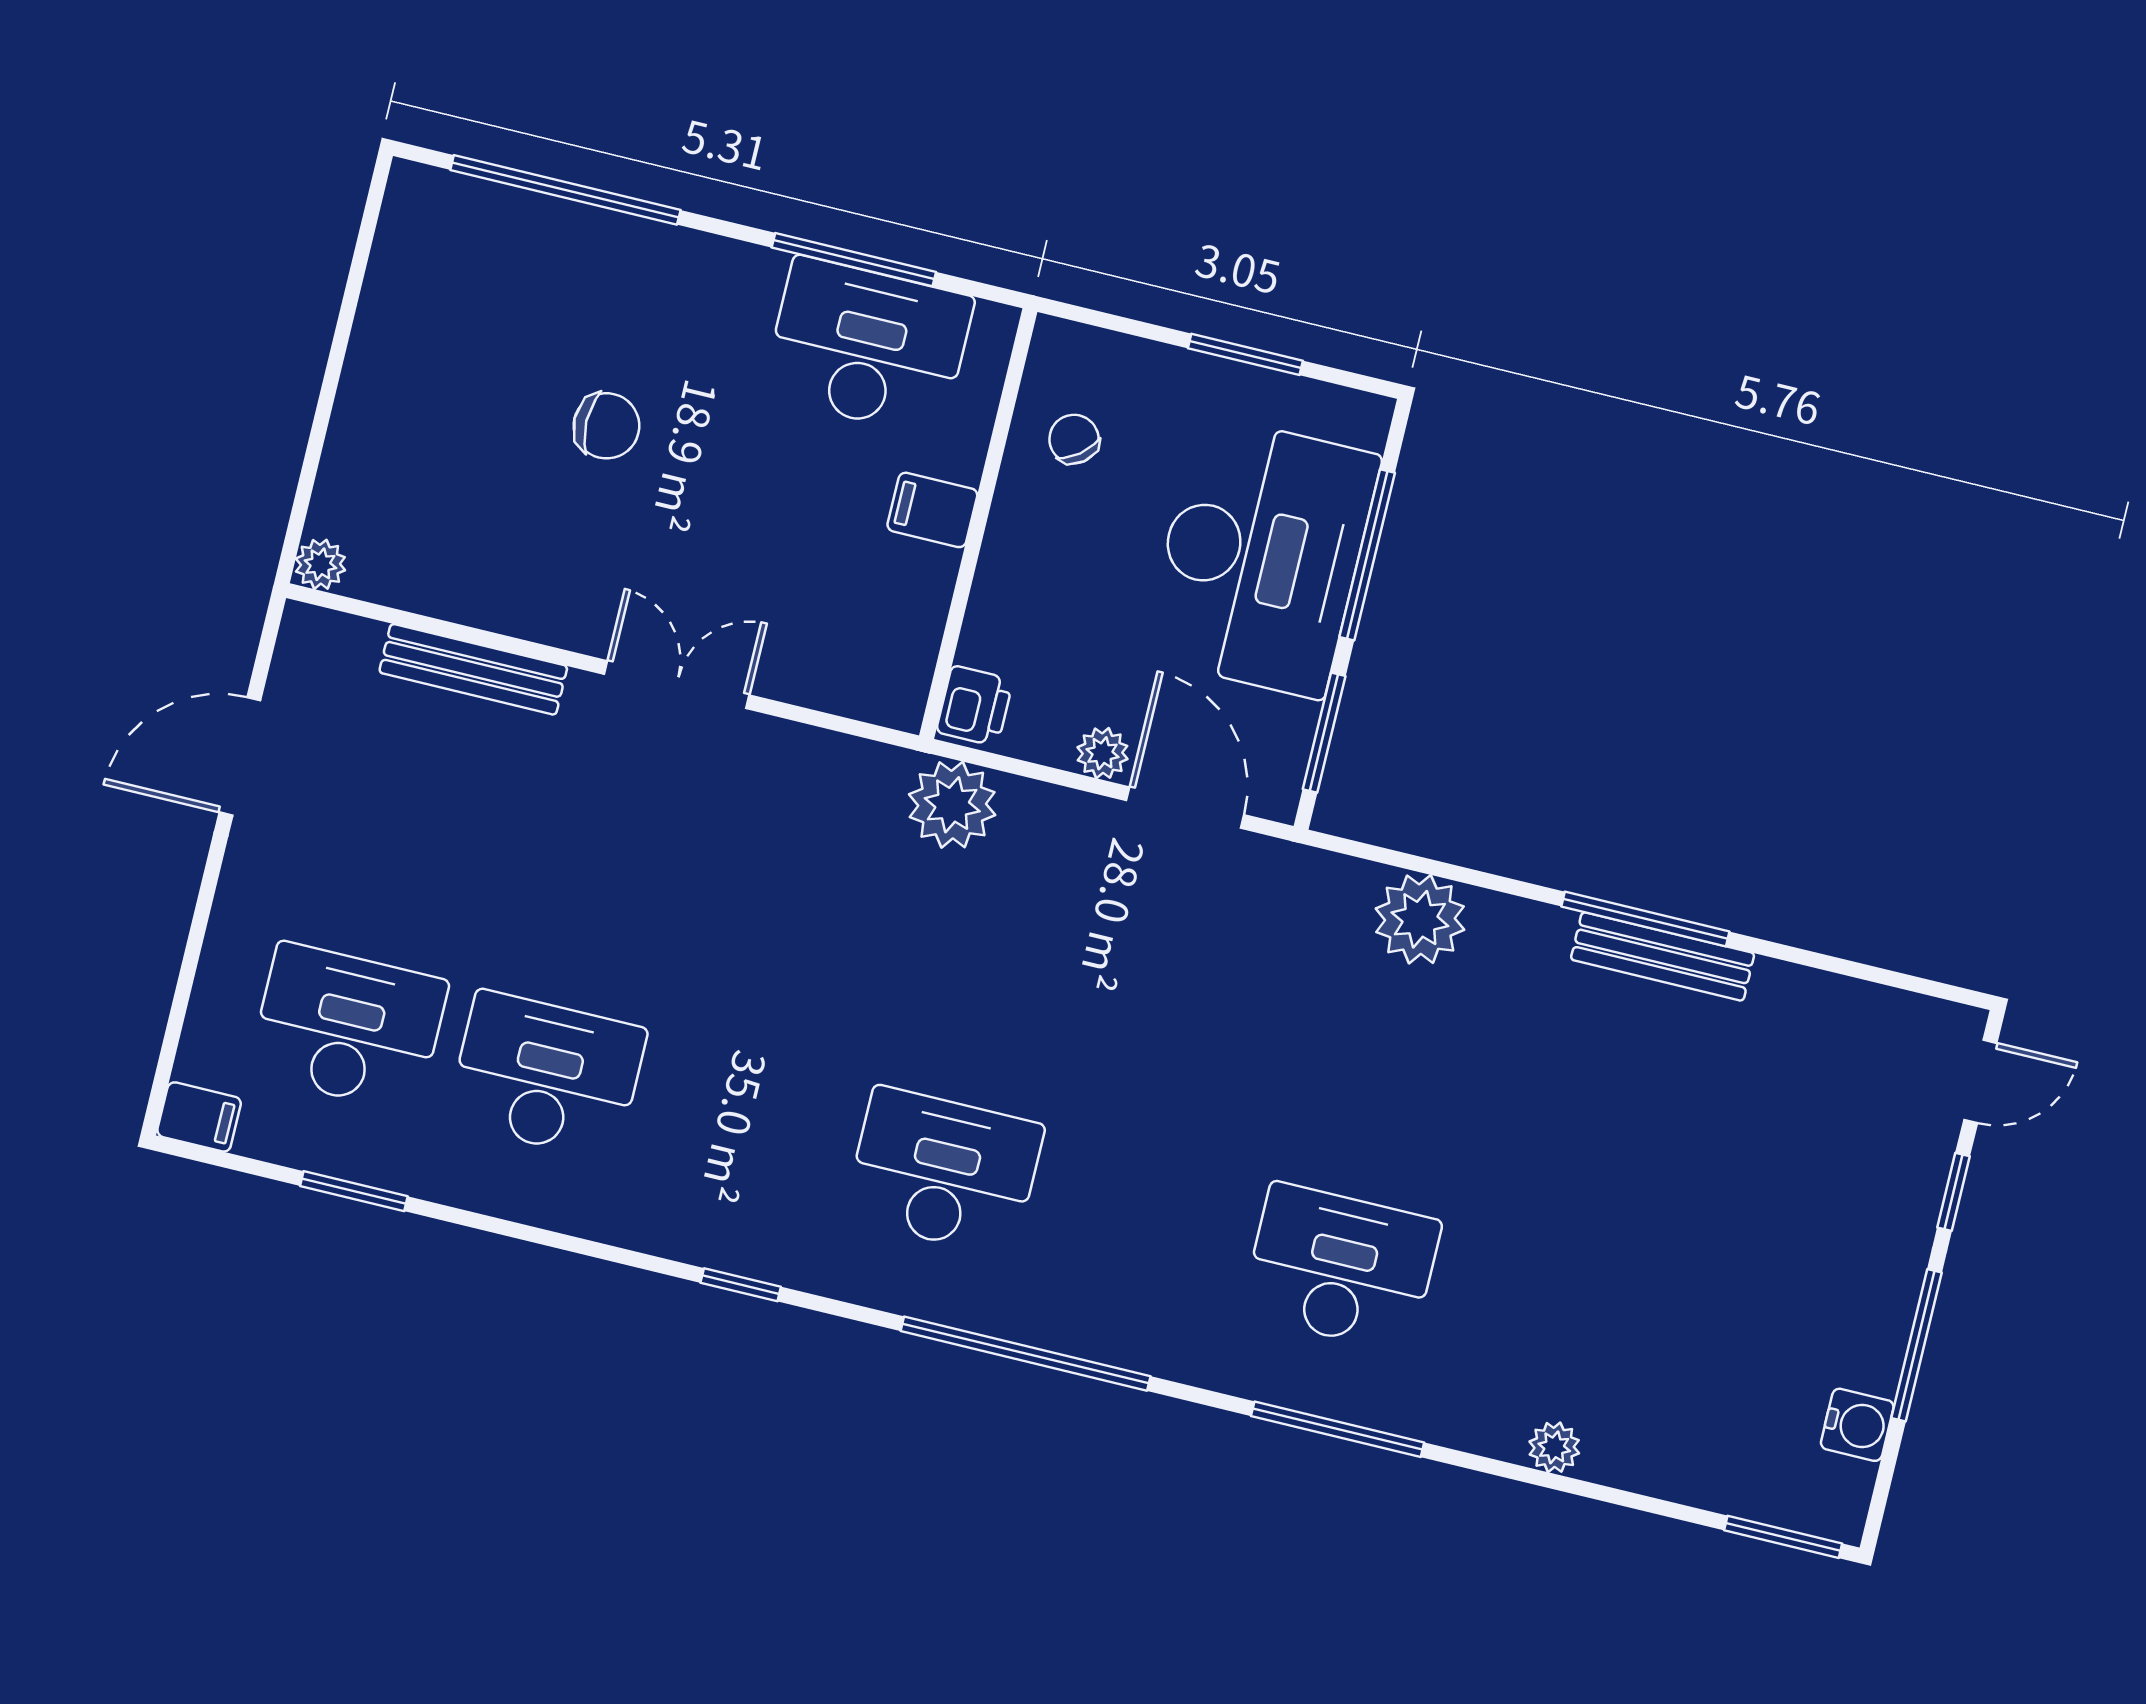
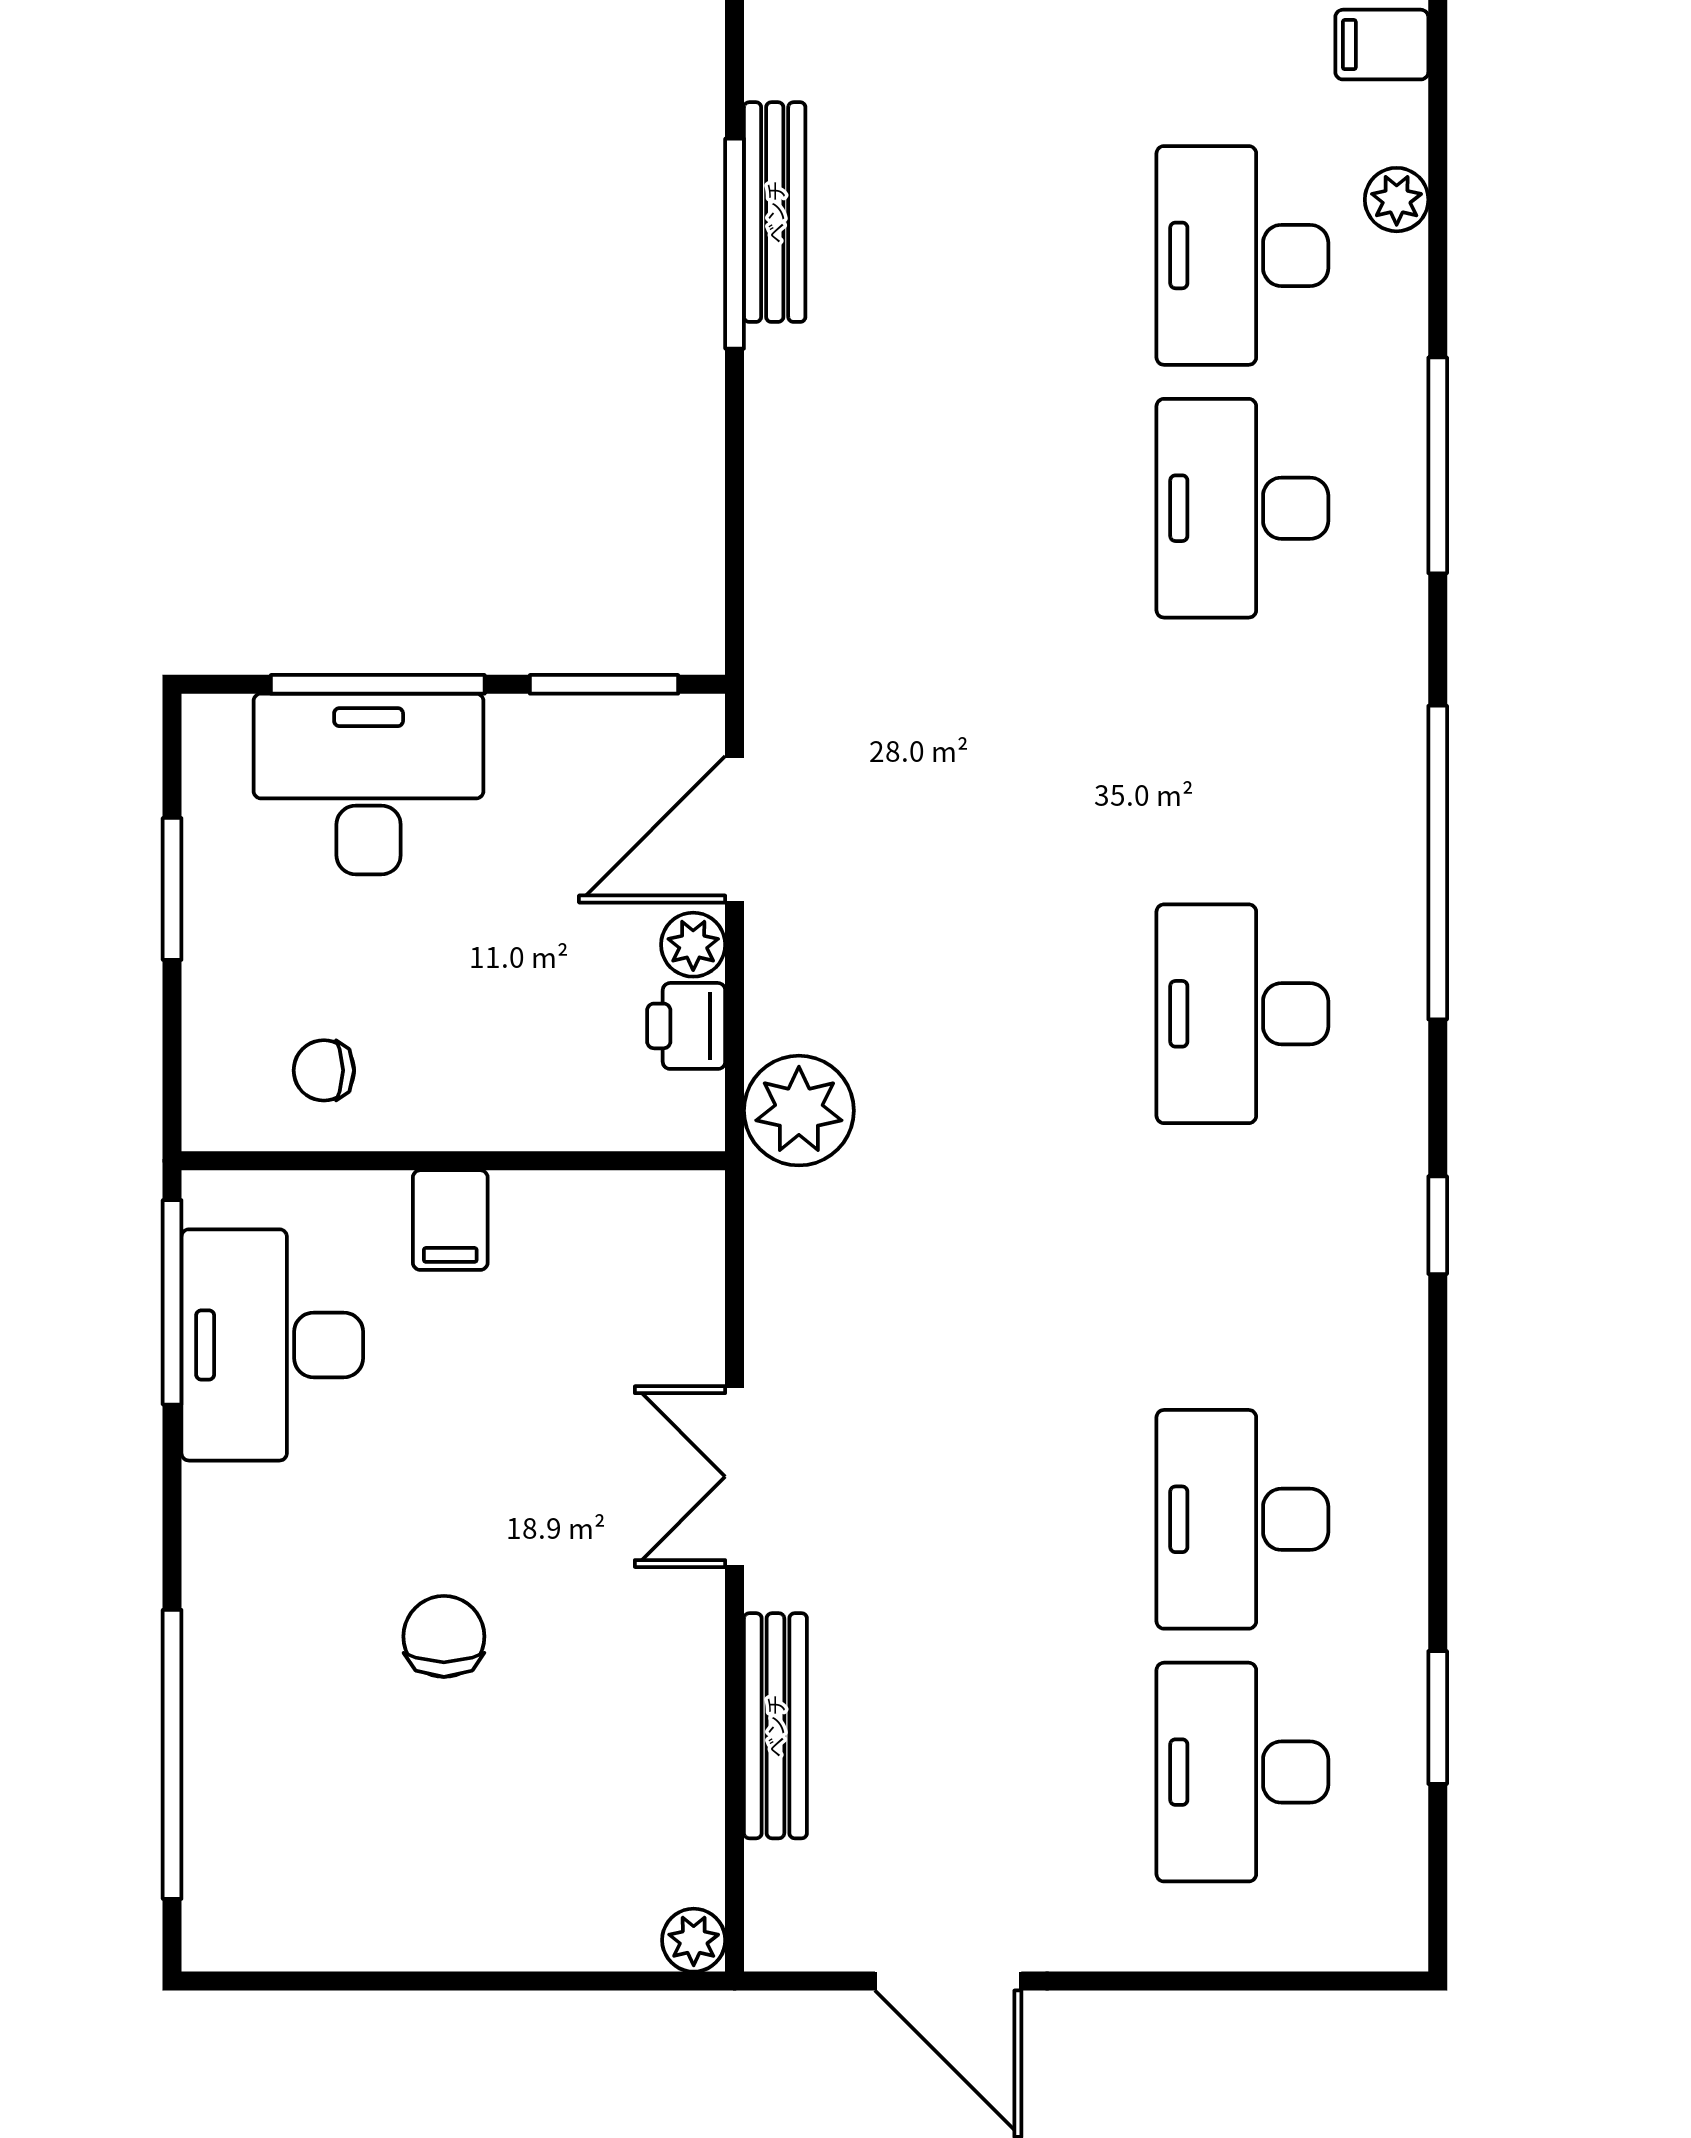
window: (854, 260) -> (172, 1302), moved
chair: (1074, 439) -> (324, 1070), turned 38
desk: (1261, 556) -> (369, 784), width x0.73, depth x0.77
printer: (975, 706) -> (686, 1026), moved, turned -90
plant: (1420, 919) -> (800, 515), removed
filing cabinet: (199, 1117) -> (1382, 45), moved, turned -90
desk: (1540, 1316) -> (1242, 255), added

